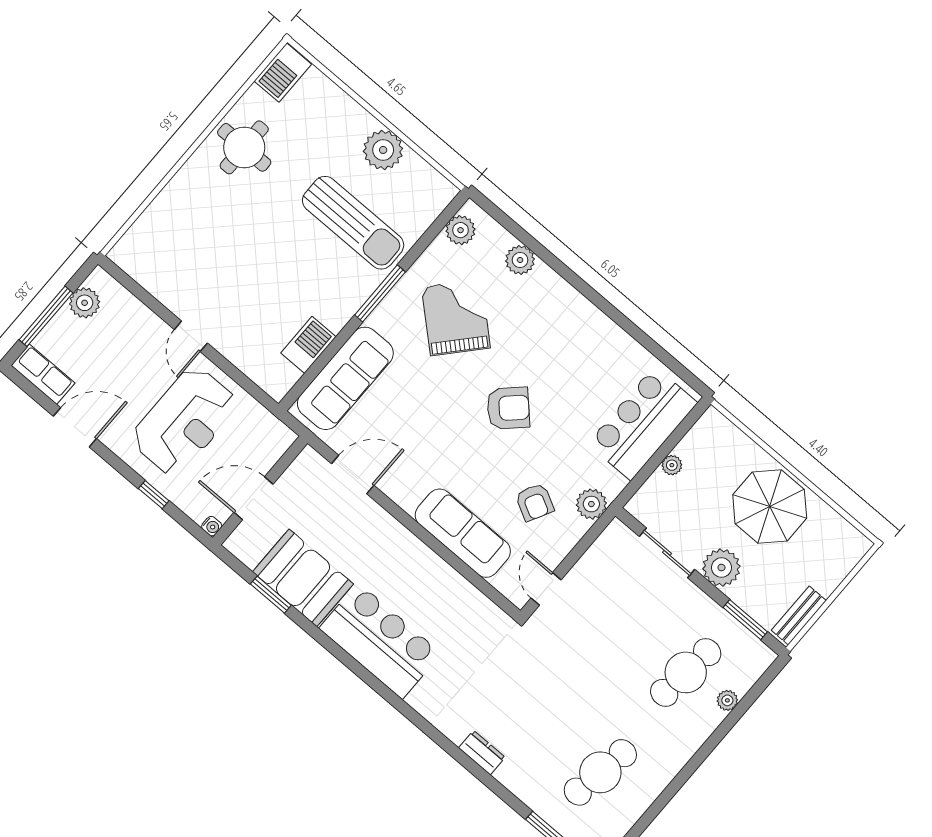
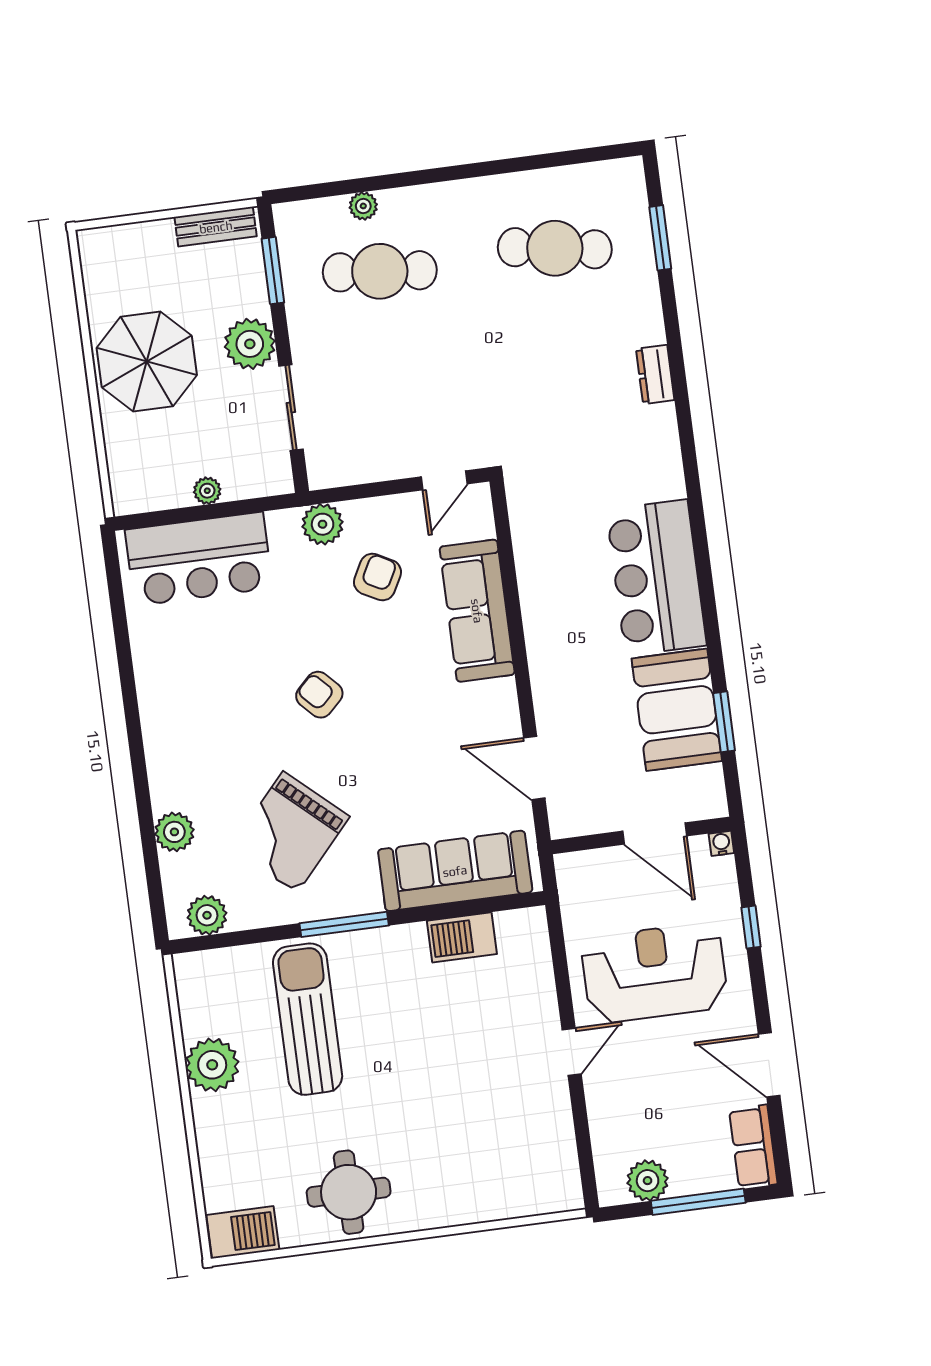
armchair: (508, 408) -> (319, 695), width x0.72, depth x0.72

